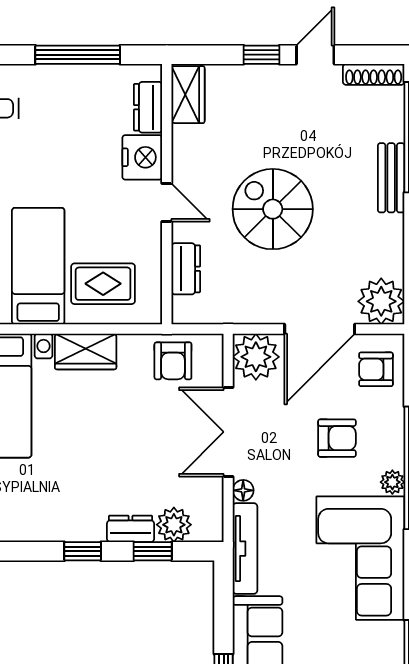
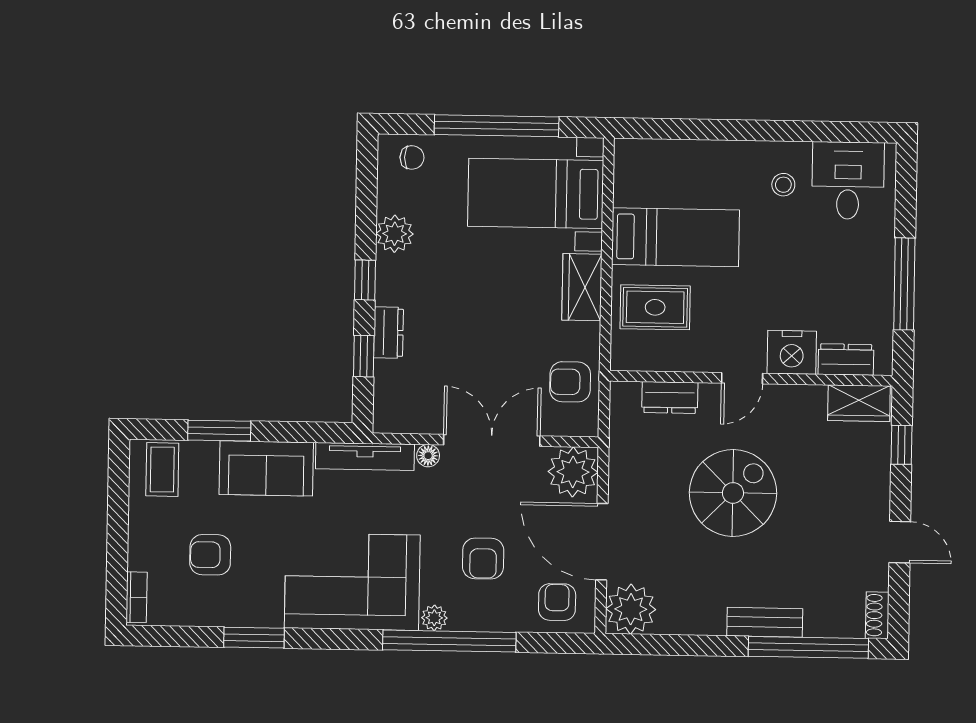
window: (262, 55) -> (902, 445), moved
shoe rack: (374, 74) -> (877, 615), width x0.70
rug: (103, 284) -> (655, 307), turned 90
plant: (174, 525) -> (395, 234), moved

